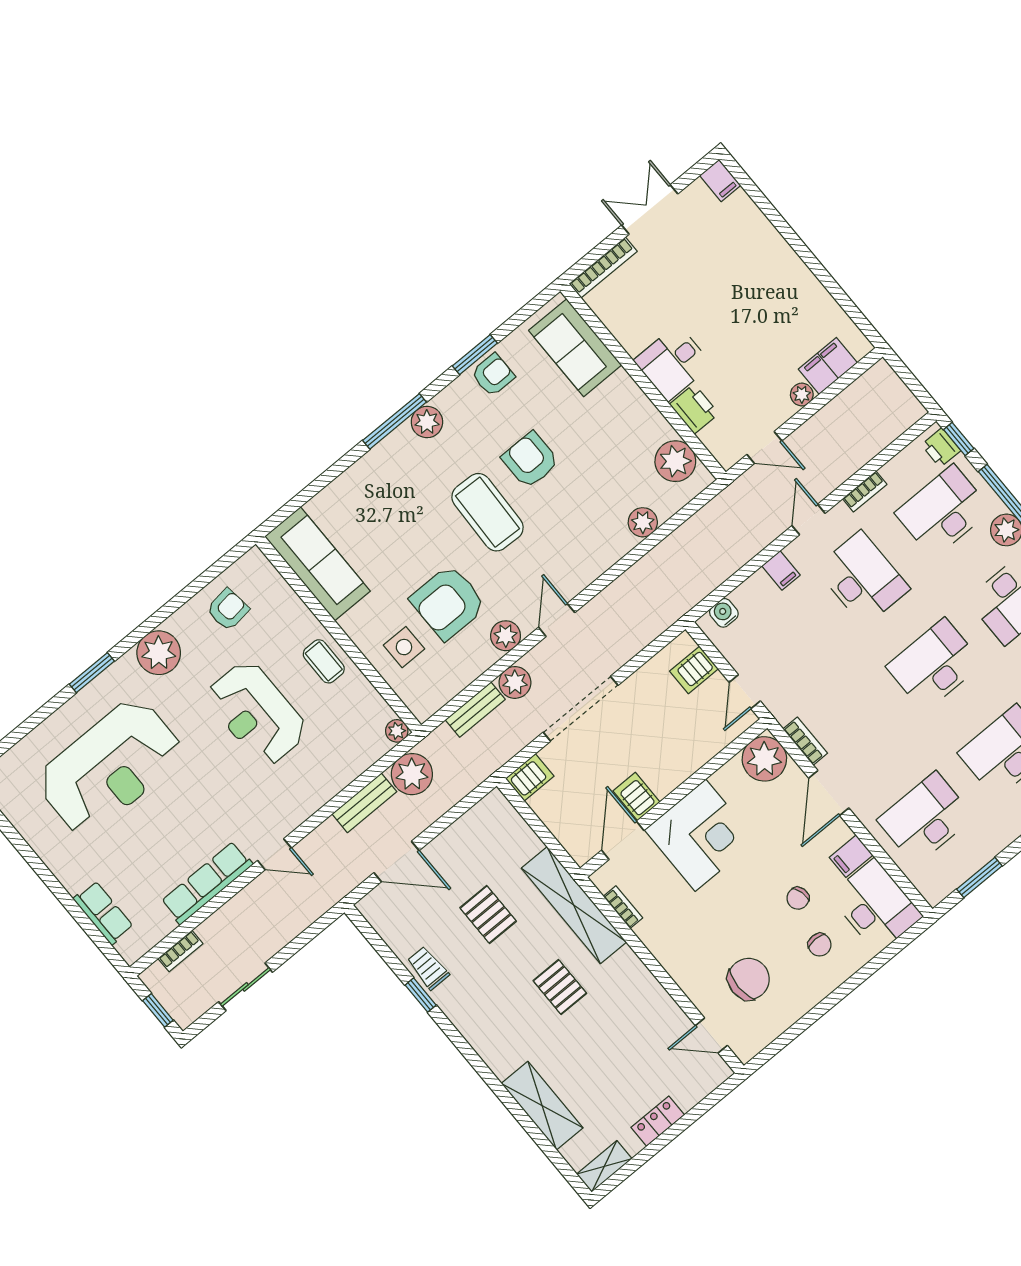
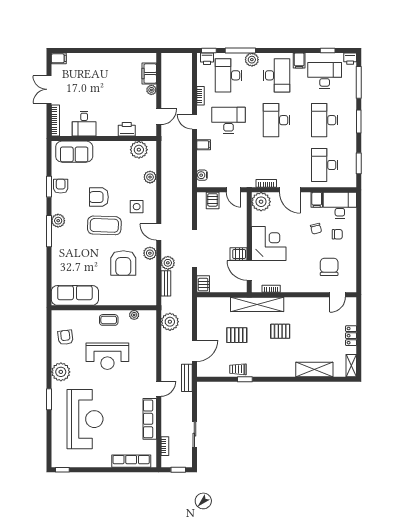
desk: (673, 363) -> (84, 124), moved
side table: (404, 647) -> (137, 207), moved
plant: (397, 731) -> (134, 315), moved
bench: (364, 803) -> (187, 378), moved
row of seats: (103, 913) -> (131, 461), width x1.48

